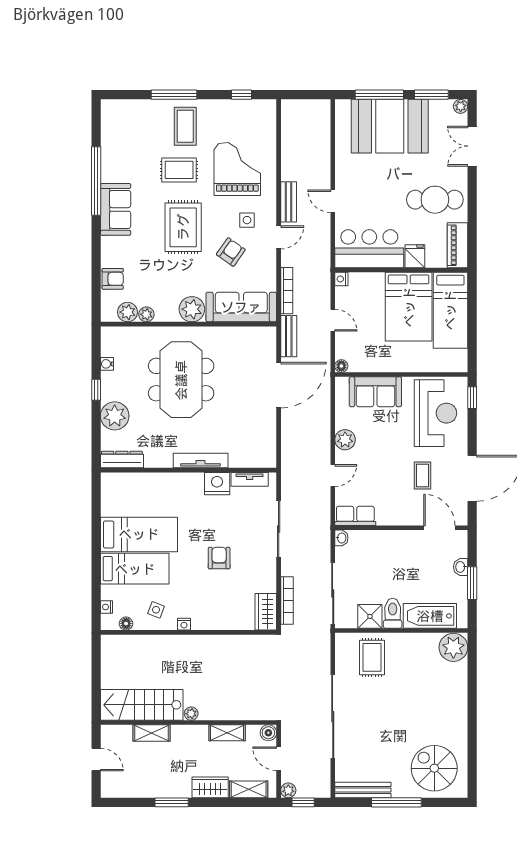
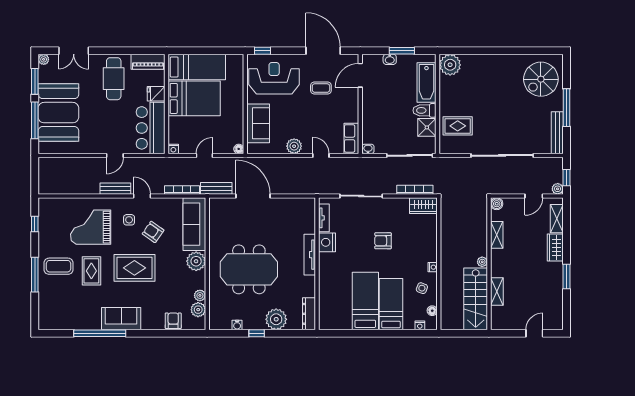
stairs: (142, 705) -> (476, 299), moved
plant: (191, 714) -> (482, 262), moved
wall: (189, 723) -> (489, 264), moved
shelving: (152, 733) -> (497, 292), moved
shelving: (227, 733) -> (497, 235), moved
boiler: (268, 733) -> (497, 204), moved

